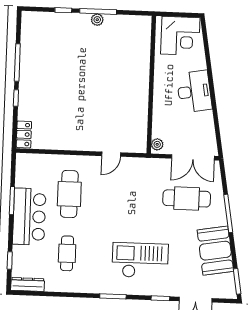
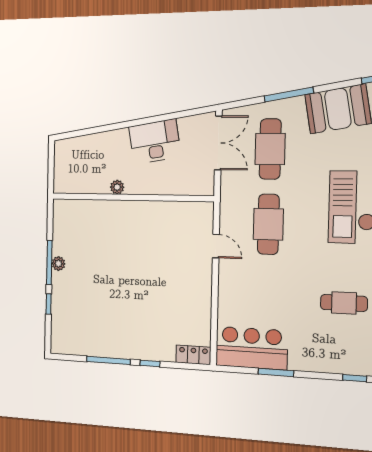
corner desk: (180, 36) -> (75, 164), removed
desk: (194, 91) -> (155, 142), moved
plant: (157, 144) -> (117, 187), moved
cafe table: (69, 194) -> (268, 224), moved, turned 90
bar counter: (29, 217) -> (251, 348), moved

